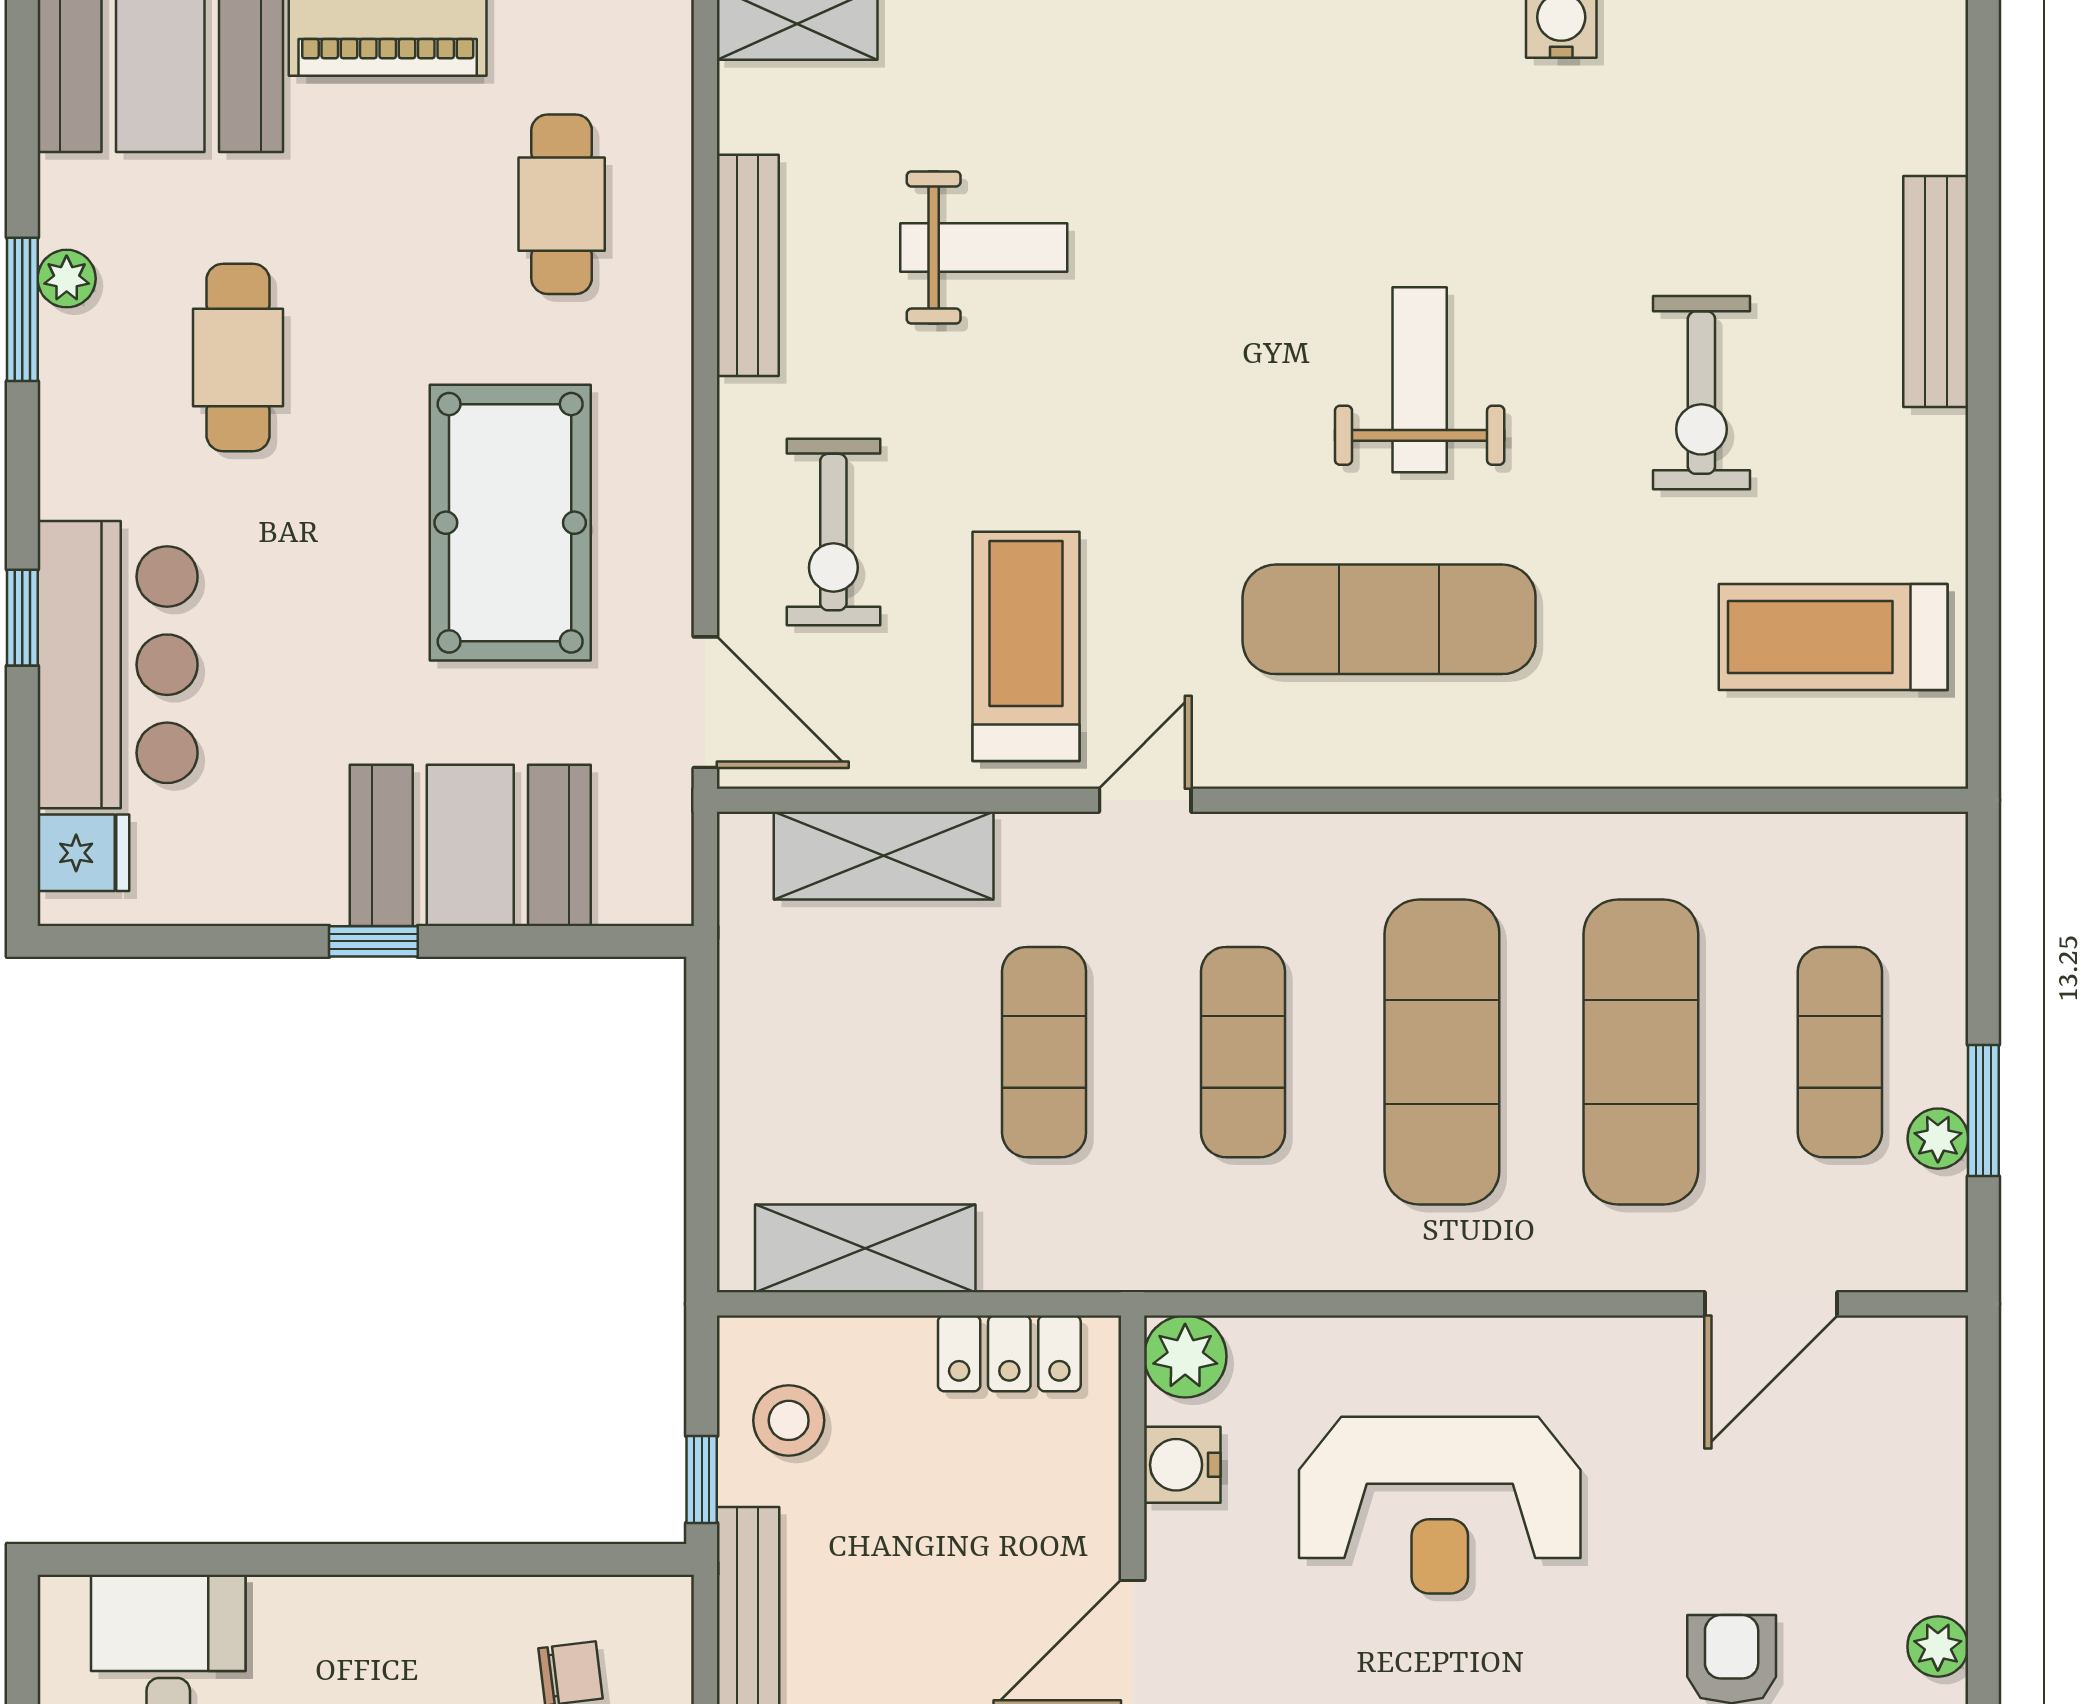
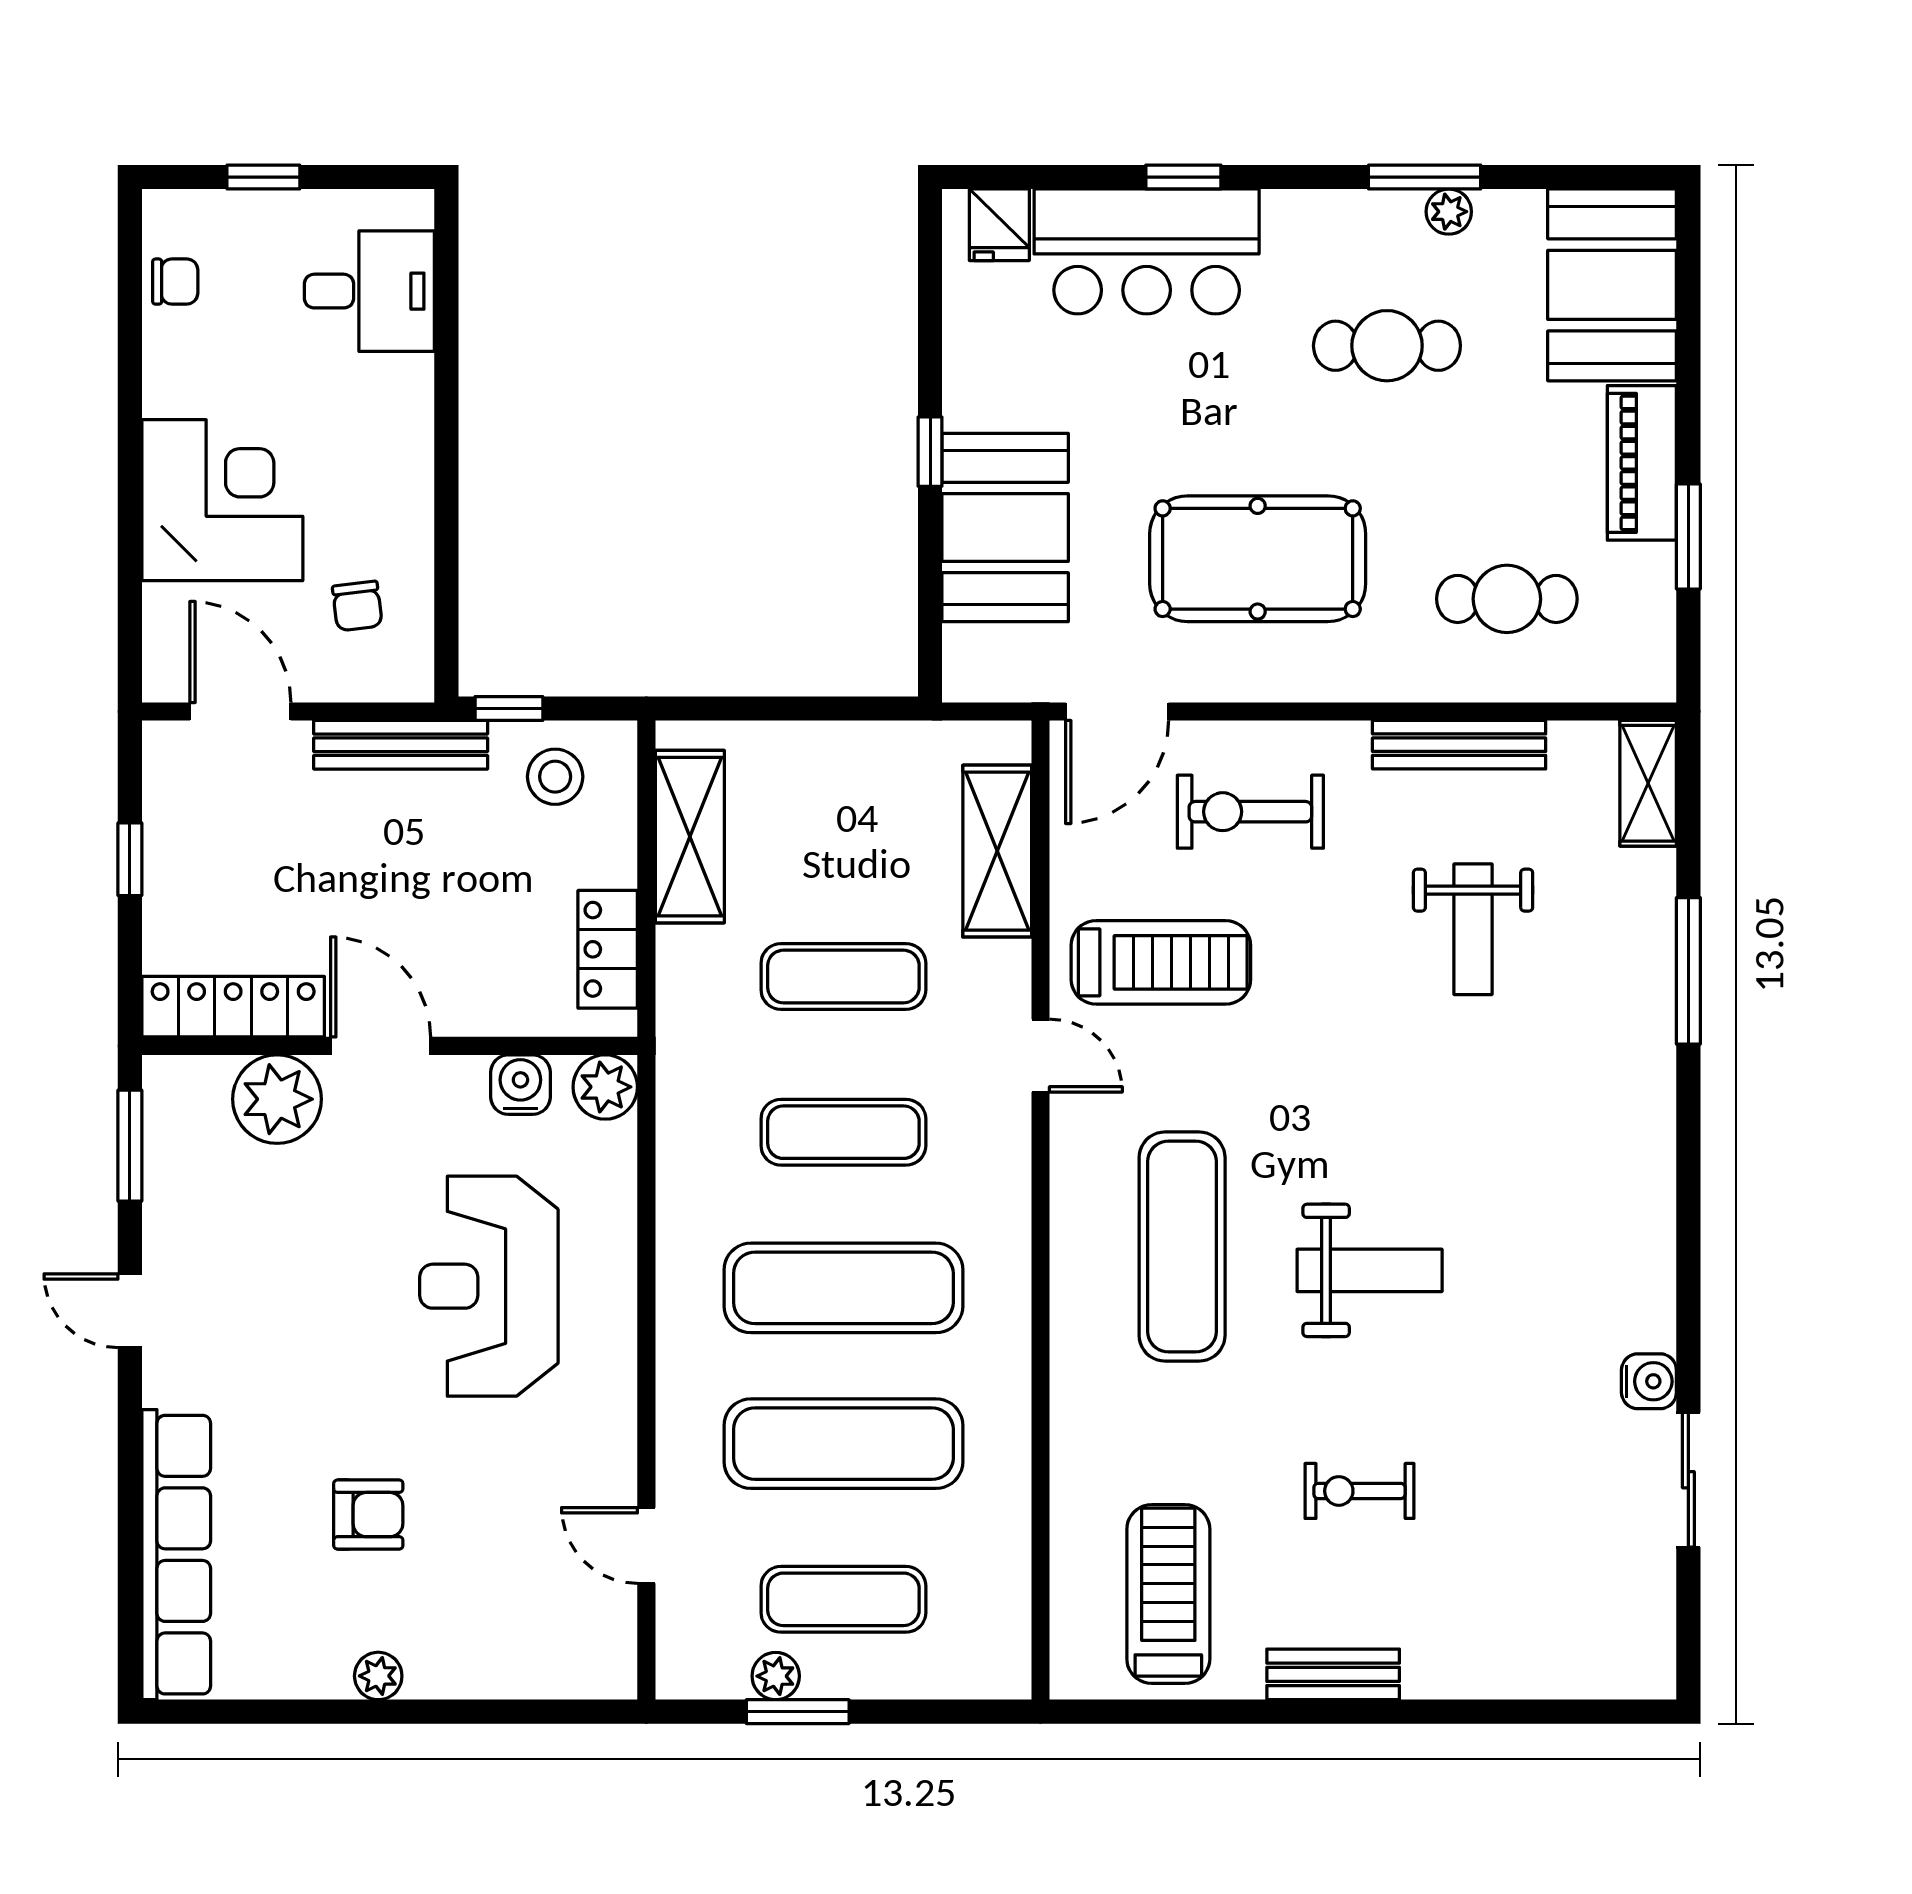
bench: (1936, 292) -> (1333, 1674), moved, width x0.73
exercise bike: (1701, 393) -> (1359, 1491), width x0.73, depth x0.72
door: (1771, 1304) -> (646, 1545), width x0.73

